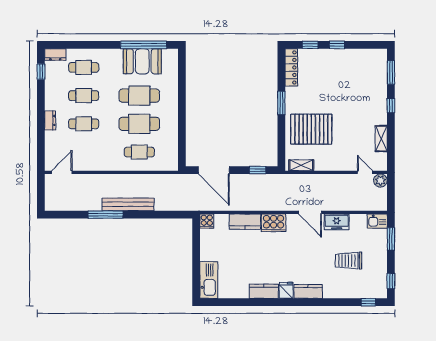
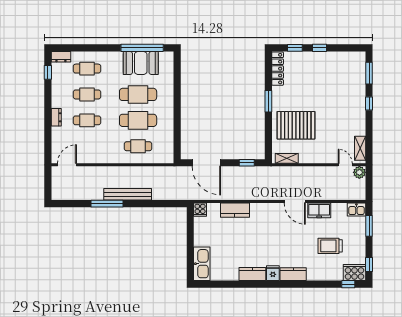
shelving: (381, 139) -> (360, 148), moved
cooker: (274, 223) -> (354, 272), moved, turned 180

